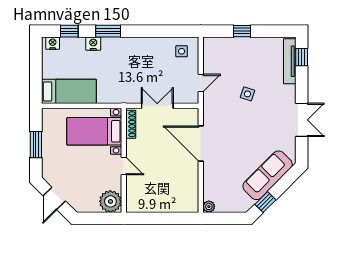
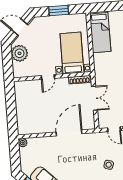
plant: (110, 201) -> (19, 53), moved

